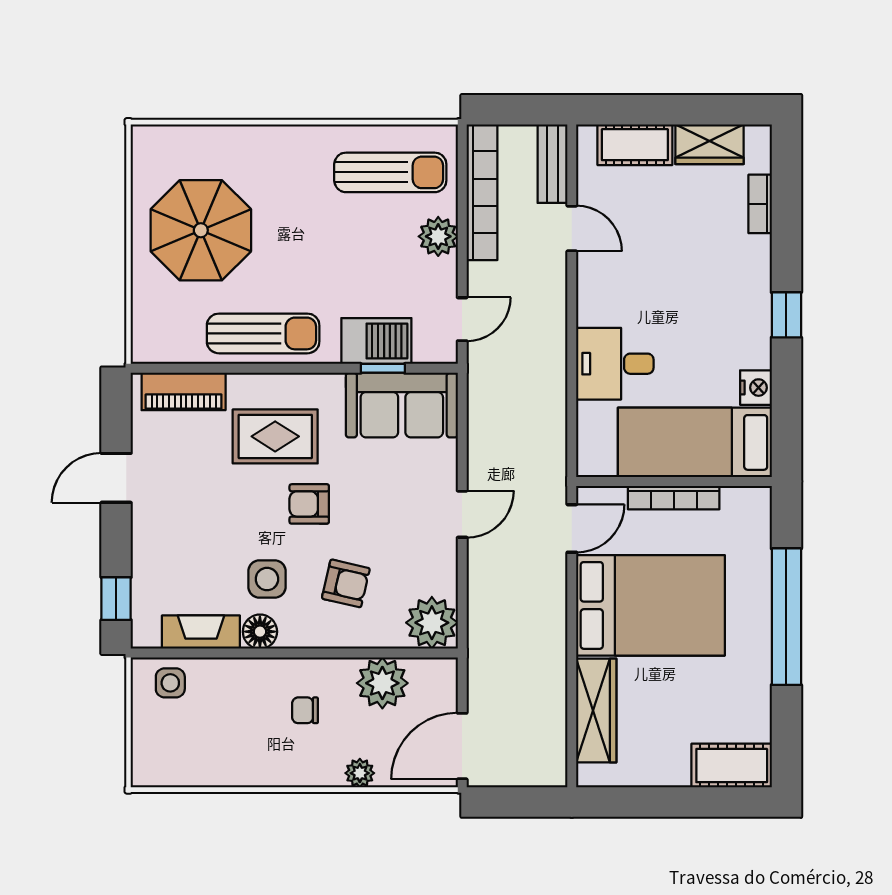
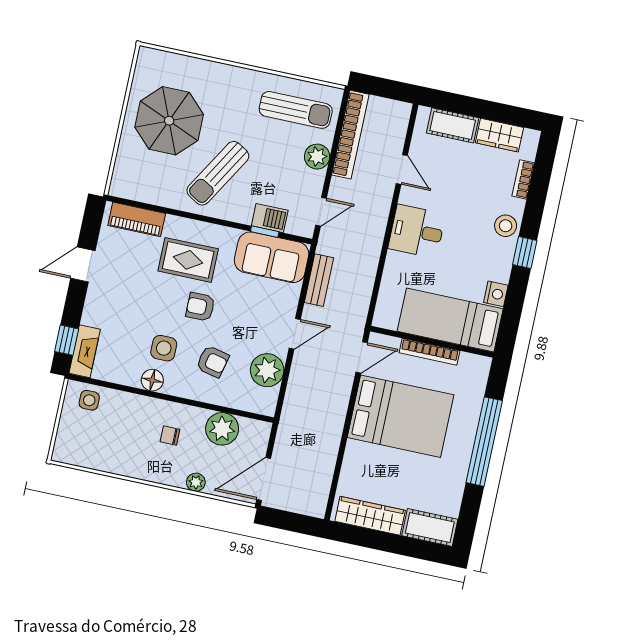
bench: (552, 164) -> (319, 280), moved
stool: (749, 280) -> (506, 226), added
sun lounger: (263, 333) -> (218, 173), moved, turned 121
barbecue: (376, 341) -> (270, 218), width x0.73, depth x0.79
desk: (615, 364) -> (417, 231), moved
plant: (432, 623) -> (267, 370), moved
fireplace: (201, 632) -> (85, 351), moved, turned 90
wardrobe: (596, 710) -> (370, 516), moved, turned -90

